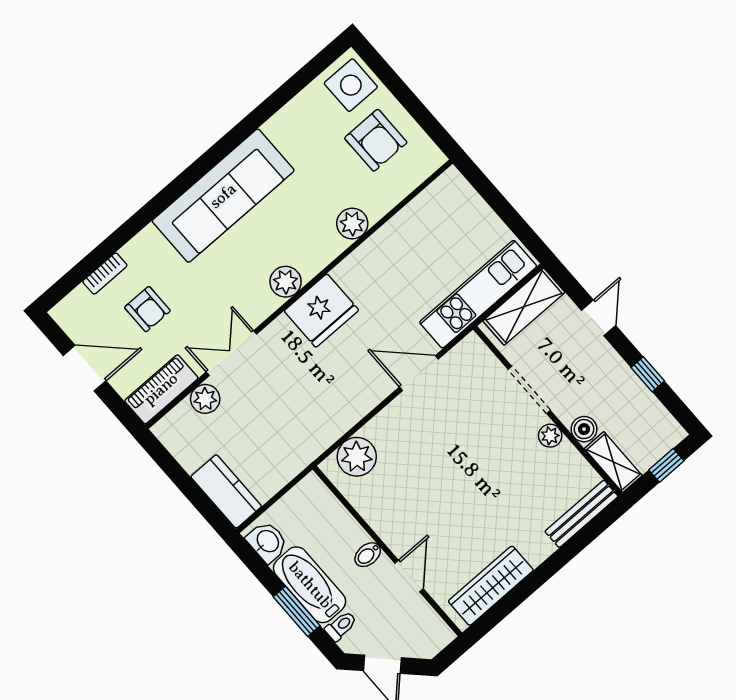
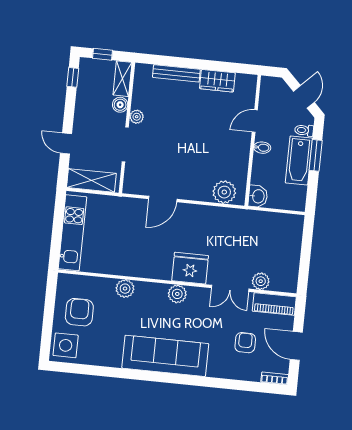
bookcase: (105, 273) -> (275, 378), moved
kitchen unit: (478, 294) -> (72, 233), moved, turned -90
fridge: (321, 311) -> (190, 268), moved
door: (599, 318) -> (66, 143), hinge flipped
door: (419, 373) -> (163, 199), hinge flipped
window: (648, 374) -> (73, 77), moved
kitchen counter: (226, 491) -> (292, 235), removed
bench: (582, 514) -> (176, 73), moved
washbasin: (267, 542) -> (258, 196), moved, turned 180
wardrobe: (491, 586) -> (217, 81), width x0.67

